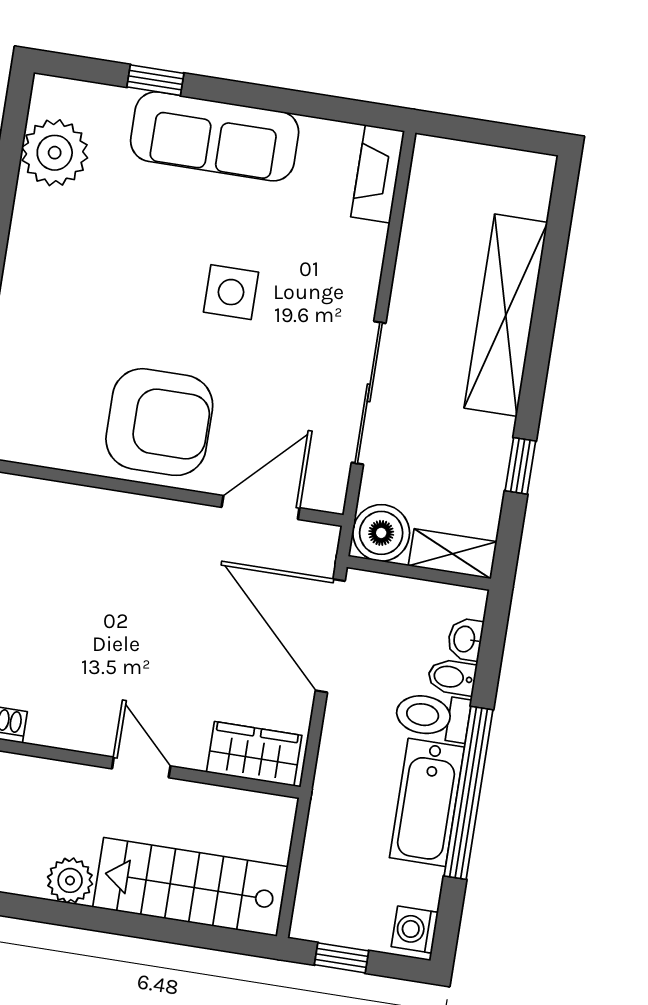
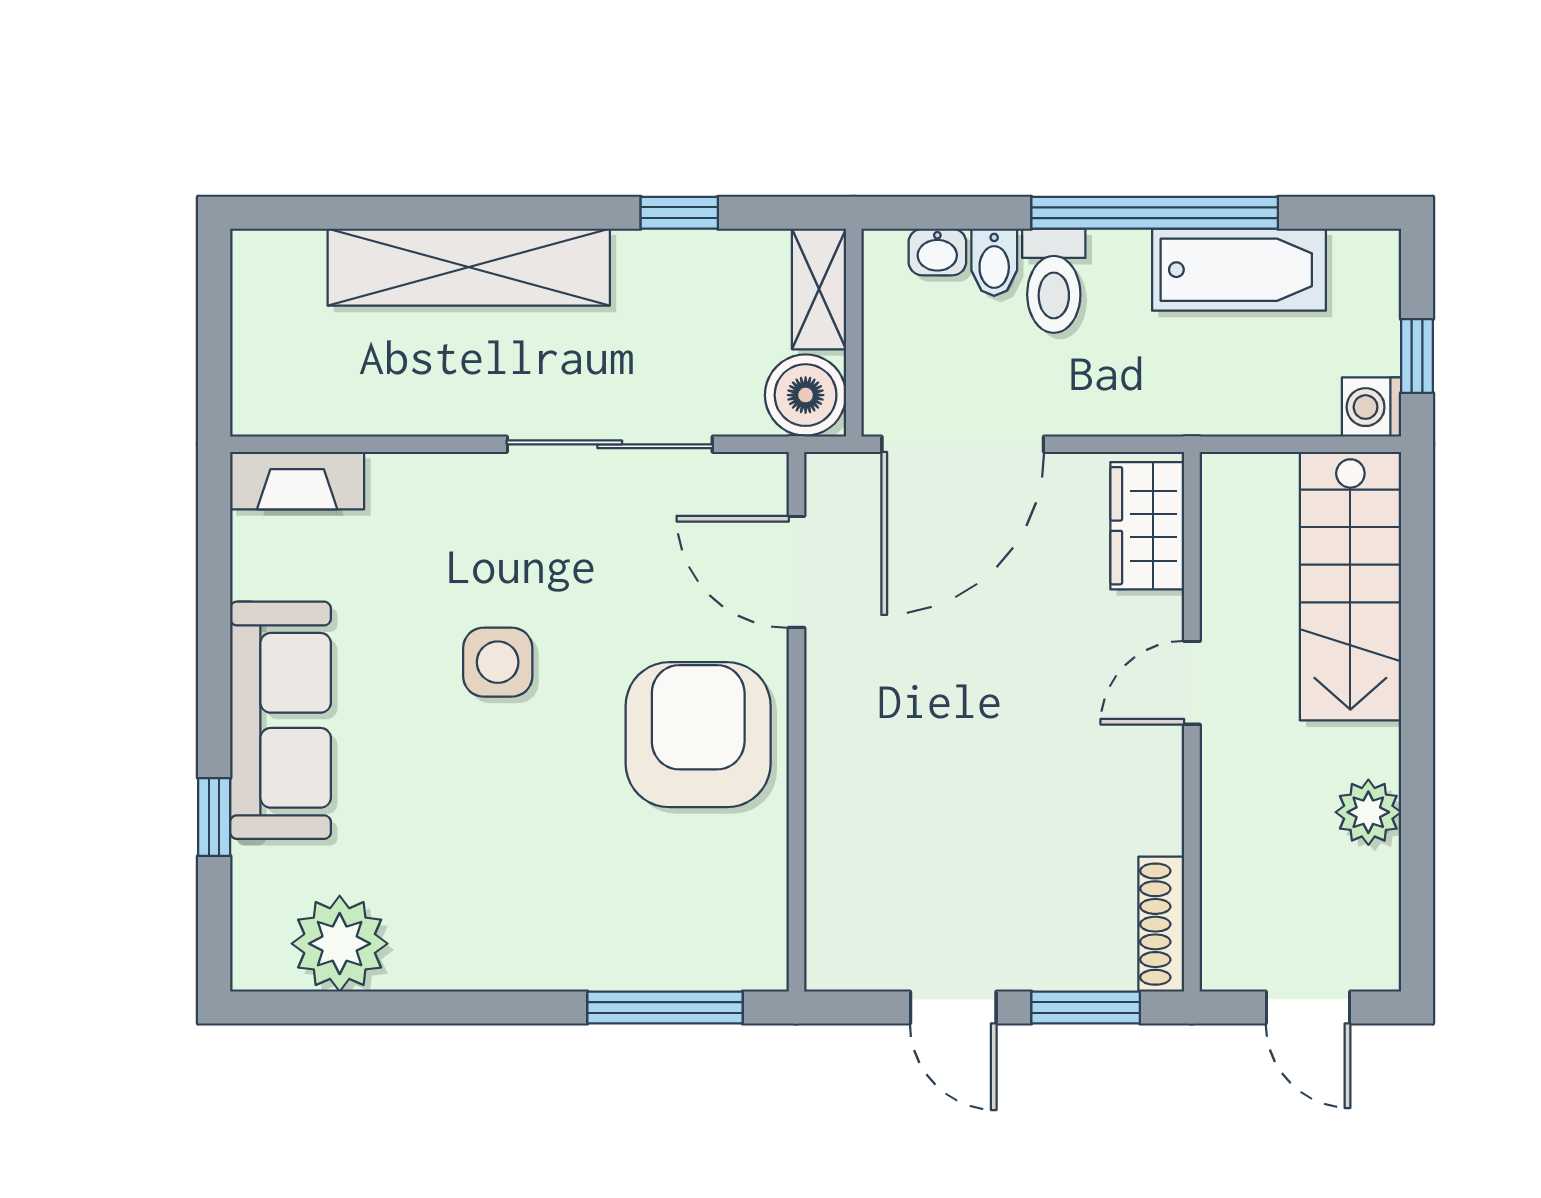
bathtub: (427, 802) -> (1239, 270), moved
plant: (70, 880) -> (1368, 812), moved
washing machine: (415, 930) -> (1371, 407), moved, turned 90

